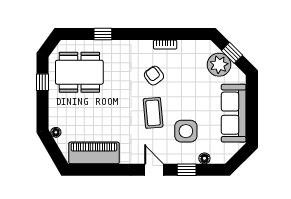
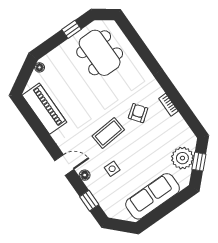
window: (103, 34) -> (142, 50), removed
side table: (186, 131) -> (112, 169), width x0.54, depth x0.54
floor lamp: (204, 158) -> (85, 175), moved
door: (154, 170) -> (64, 165), hinge flipped
window: (187, 170) -> (89, 201), moved

